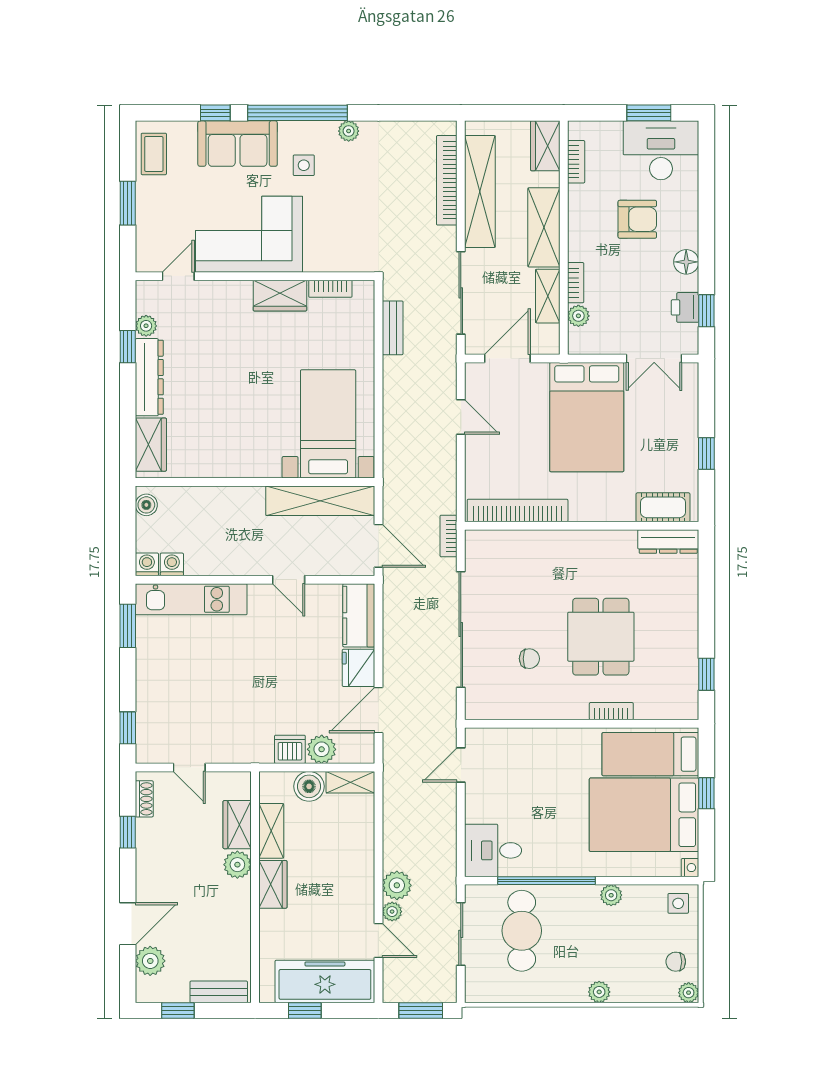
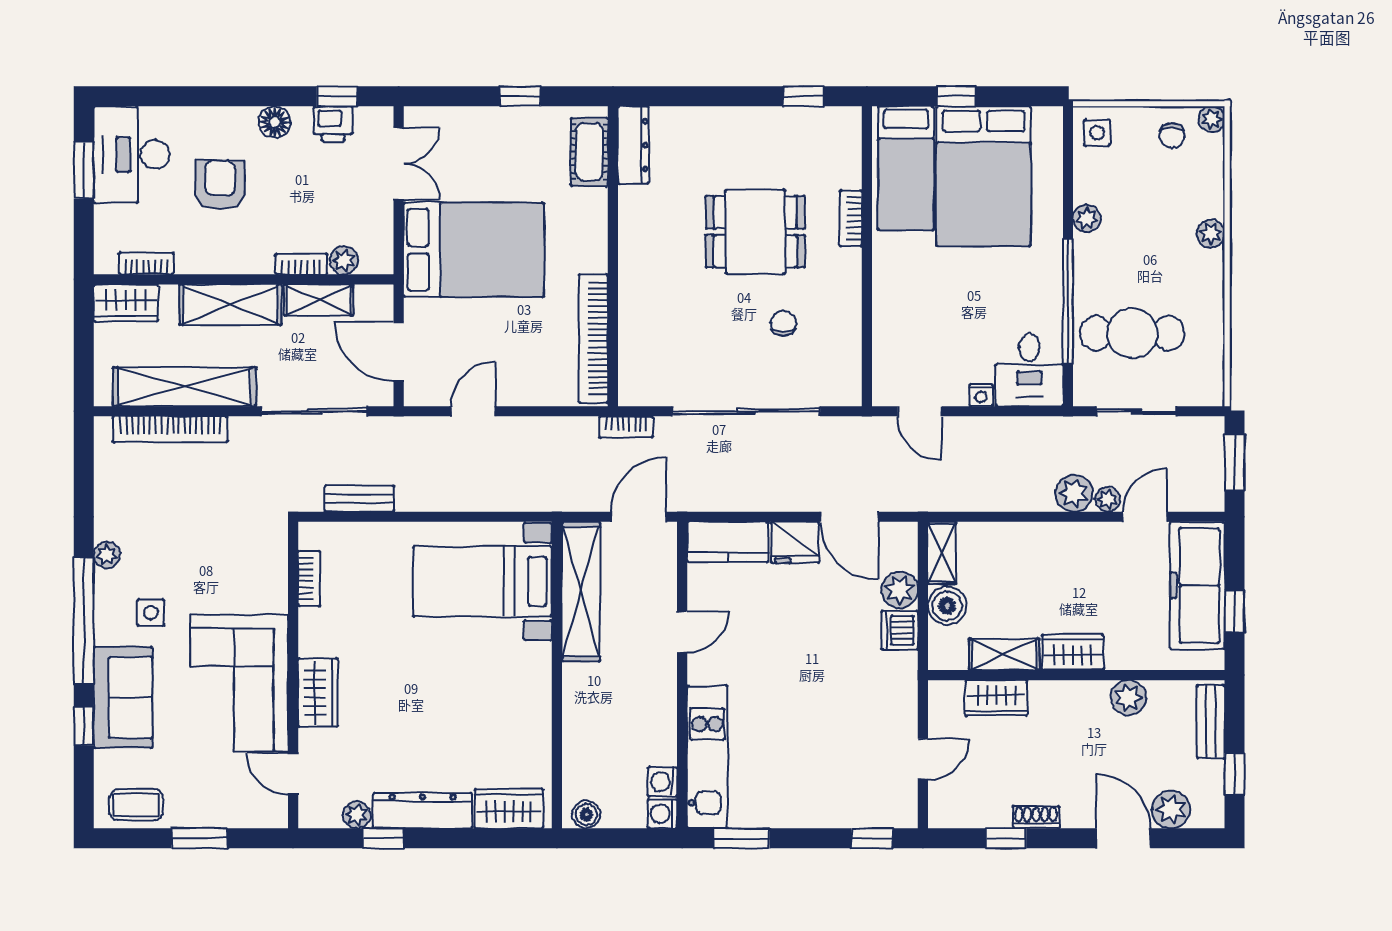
wardrobe: (280, 296) -> (318, 693), moved
shoe rack: (144, 799) -> (1036, 817), moved
plant: (237, 865) -> (1128, 698), moved
nightstand: (690, 868) -> (981, 395), moved, turned 180

